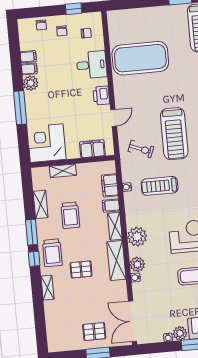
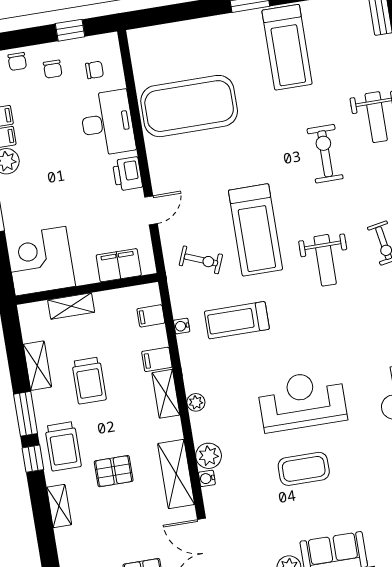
desk: (92, 65) -> (107, 123), width x1.37
filing cabinet: (110, 185) -> (151, 316), width x0.50
plant: (137, 237) -> (196, 402), width x0.53, depth x0.53
shelving: (116, 260) -> (176, 474), moved

